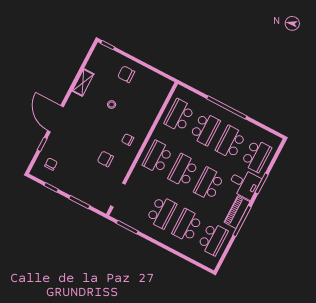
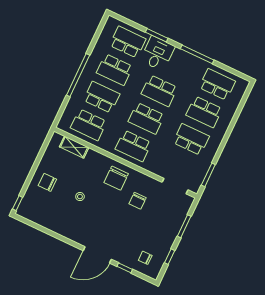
chair: (126, 74) -> (47, 182), turned 90
shelving: (83, 82) -> (74, 147), moved
chair: (128, 140) -> (116, 178), width x1.87, depth x1.87
piano: (237, 212) -> (188, 60), removed

